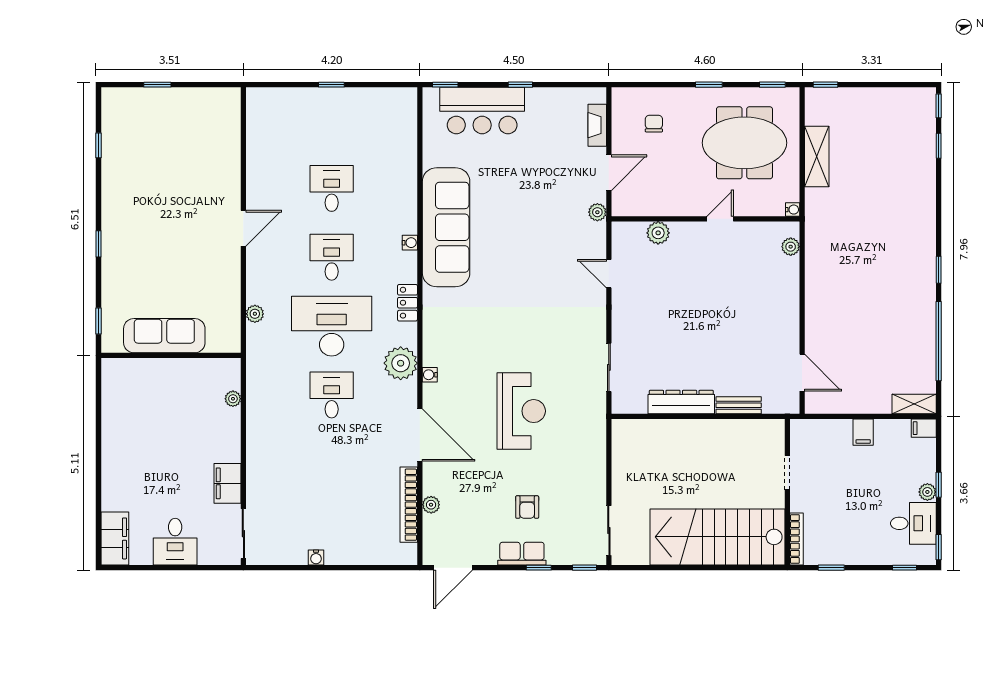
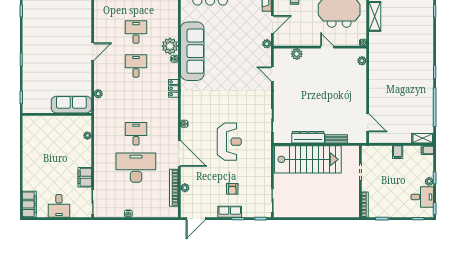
door: (720, 219) -> (327, 47), hinge flipped
desk: (332, 326) -> (136, 168), moved
sofa: (164, 336) -> (71, 105), moved
plant: (401, 363) -> (170, 46), moved
stairs: (717, 537) -> (308, 159), moved, turned 180

